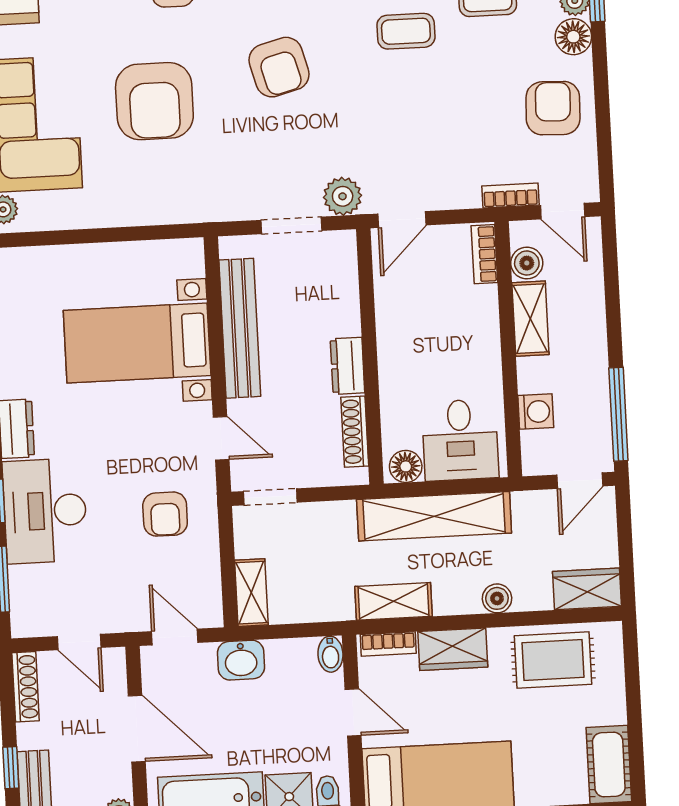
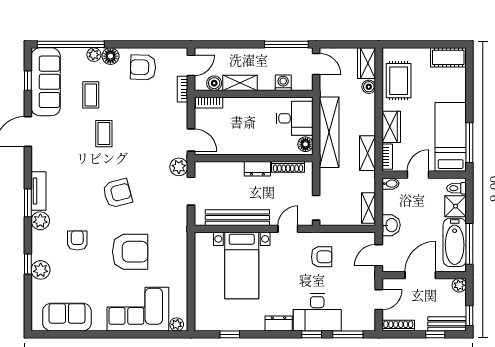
shelving: (251, 593) -> (369, 208), moved, turned 90
boiler: (497, 598) -> (369, 87), moved

